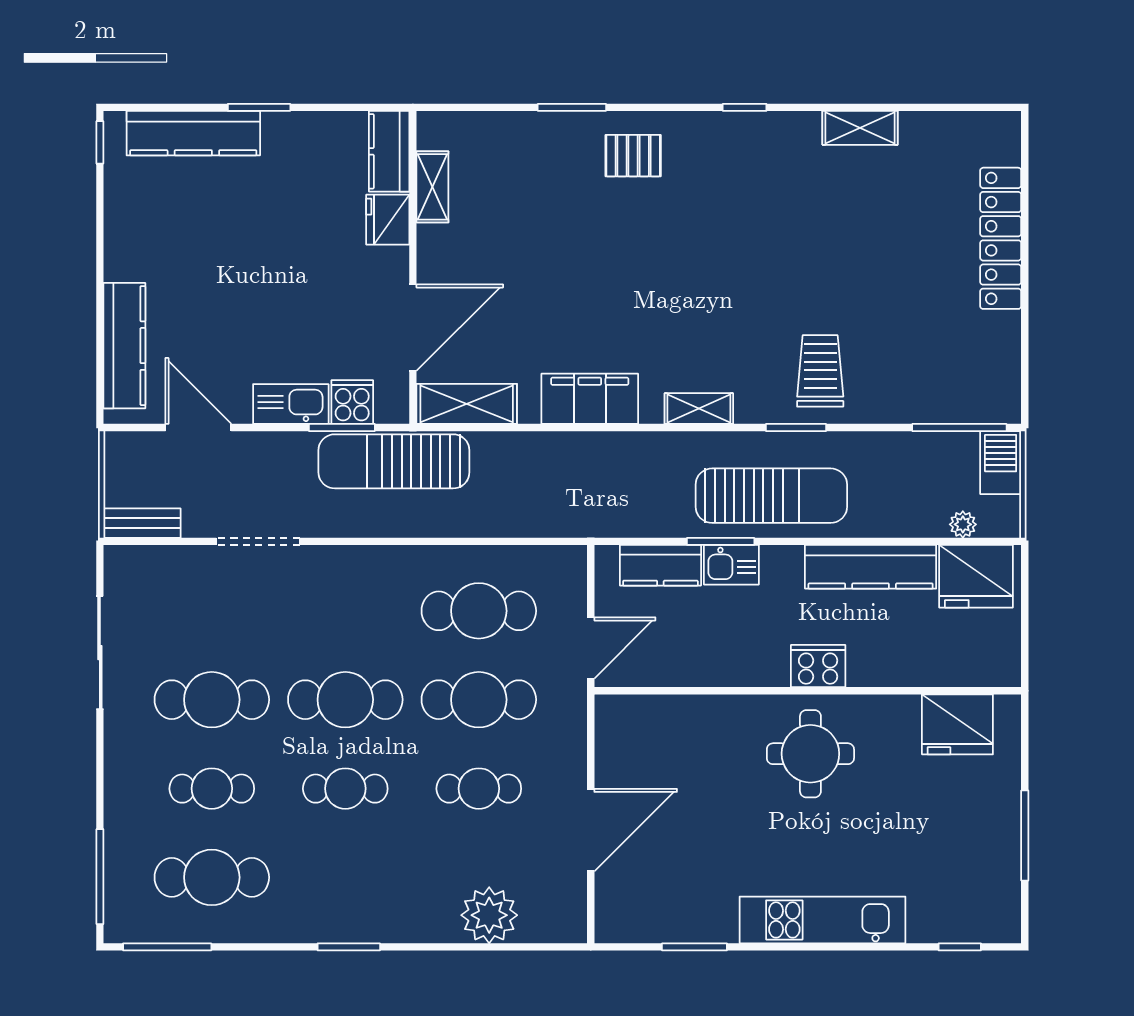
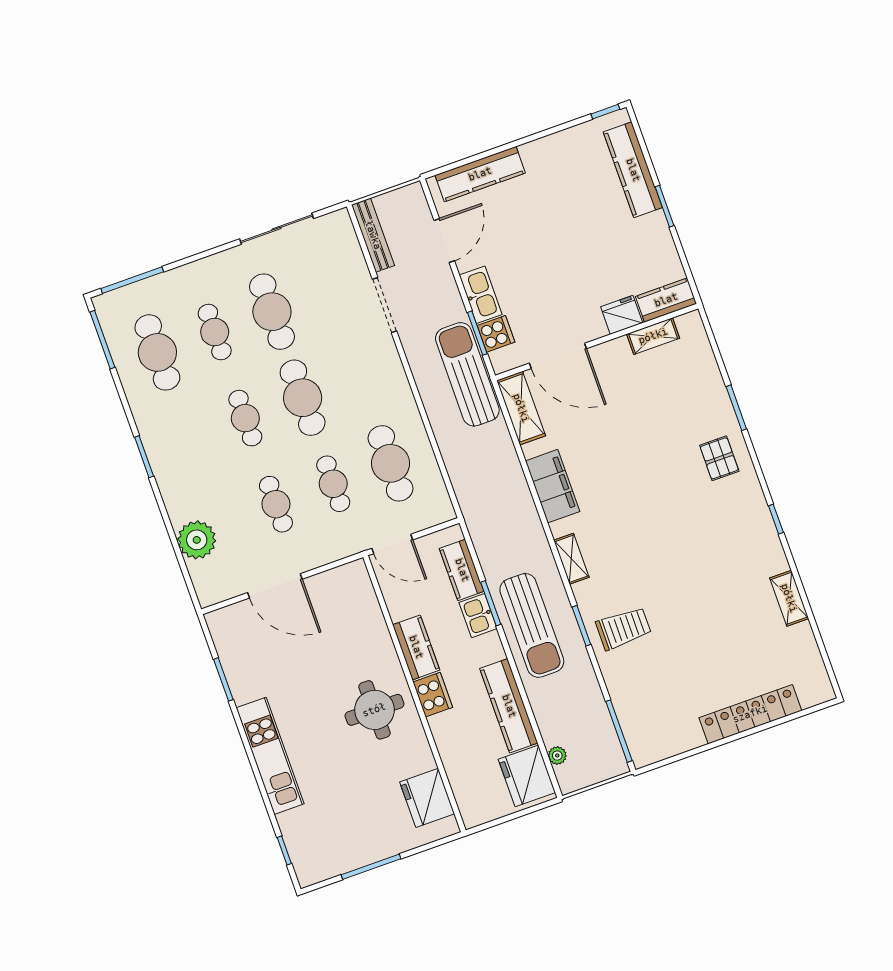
barbecue: (1001, 463) -> (606, 766), removed
bench: (142, 523) -> (373, 235), width x1.36
kitchen counter: (745, 666) -> (416, 647), added
cafe table: (479, 700) -> (333, 484), width x0.73, depth x0.74

